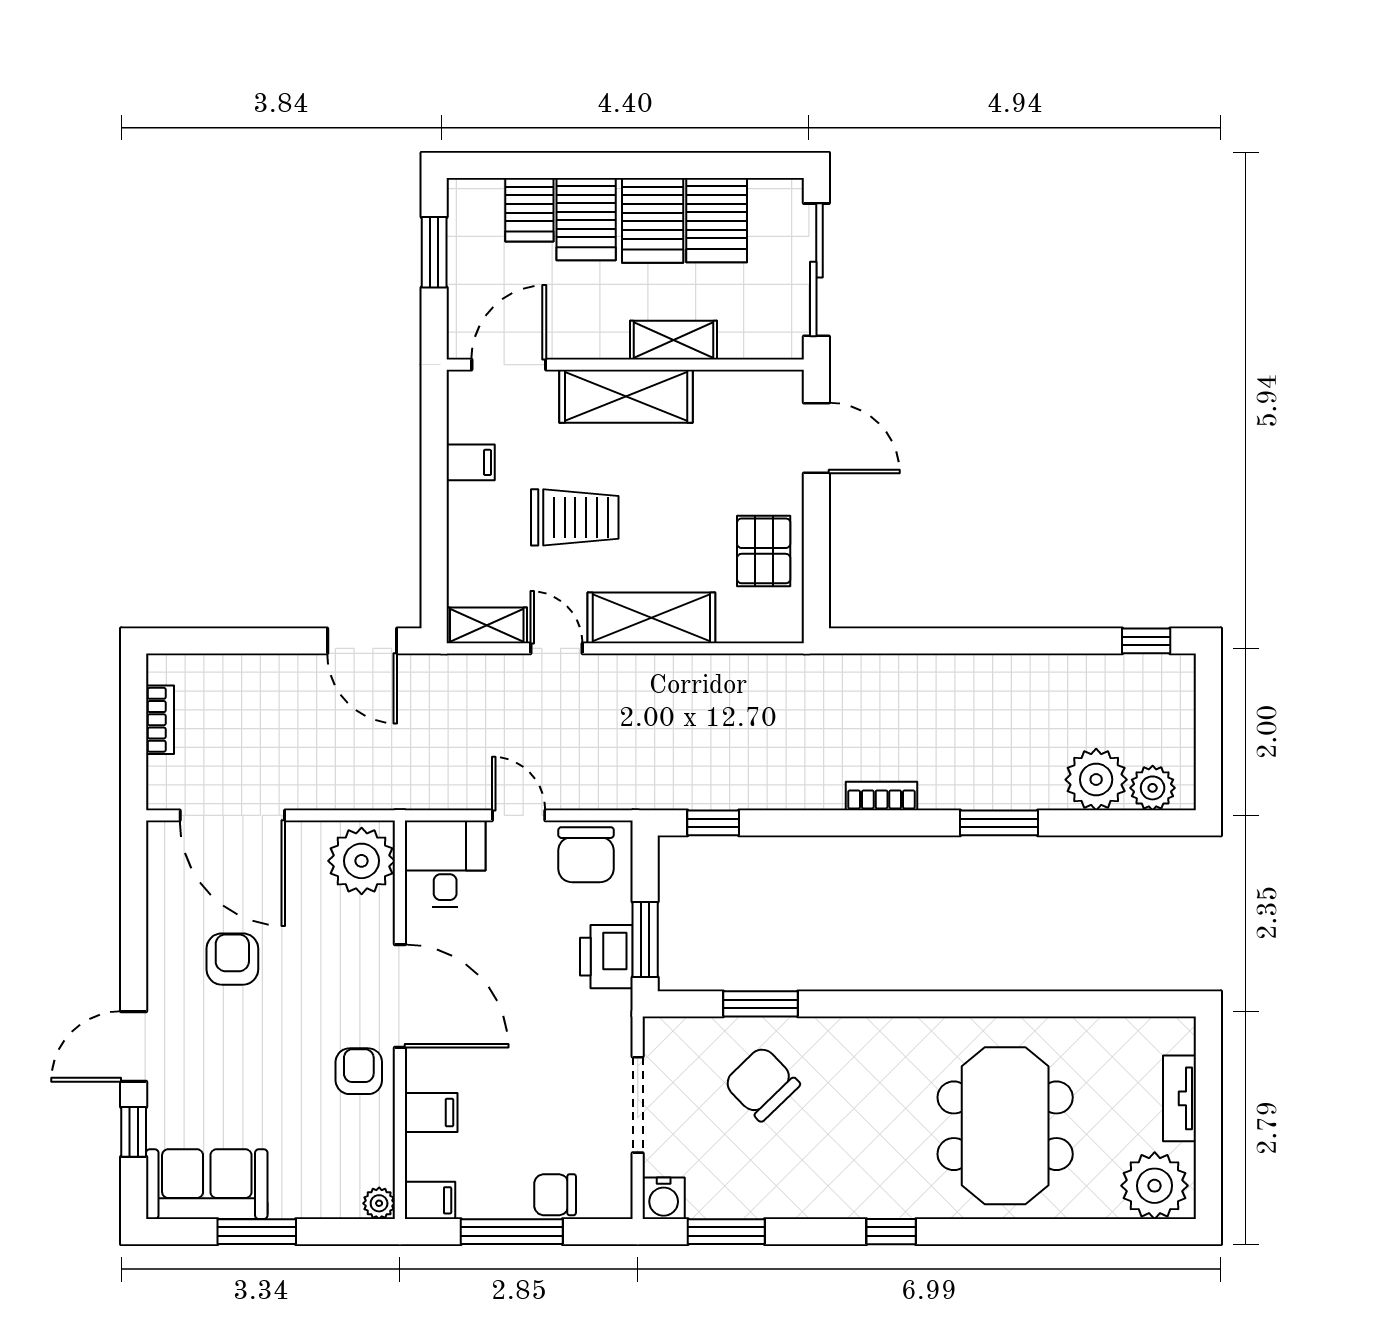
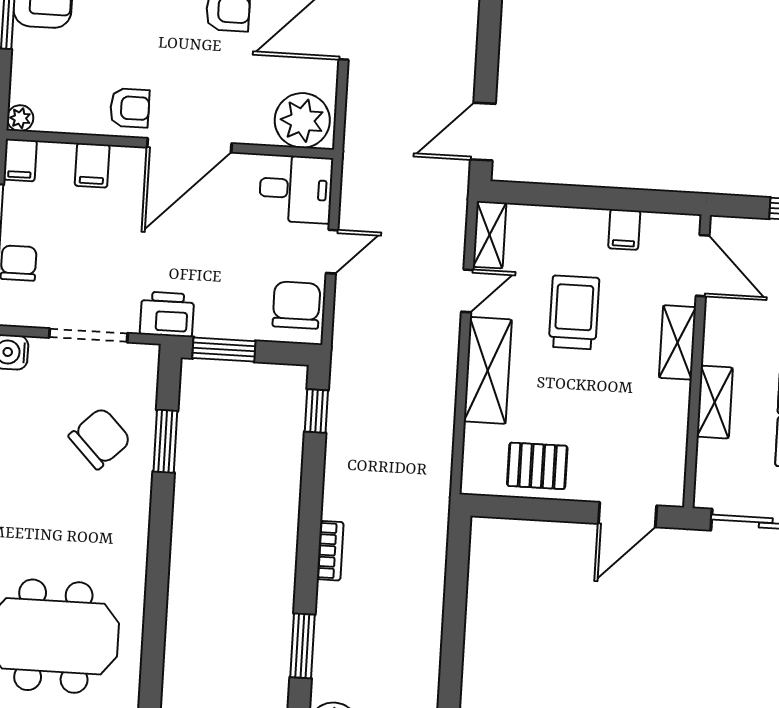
shelving: (626, 396) -> (677, 342), width x0.67, depth x0.75
trolley: (575, 517) -> (574, 312), turned 180
chair: (586, 855) -> (296, 305), turned 90
printer: (606, 957) -> (167, 314), moved

